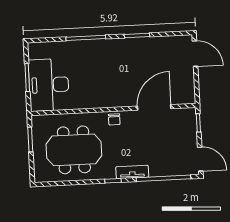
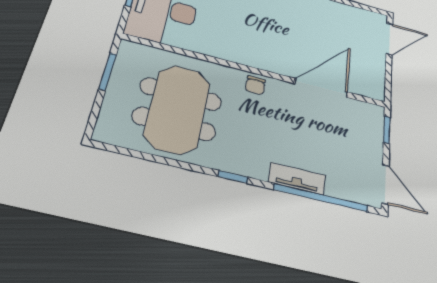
door: (195, 54) -> (389, 39), hinge flipped
meeting table: (74, 150) -> (178, 109), turned 90
tv unit: (132, 172) -> (297, 179), moved

